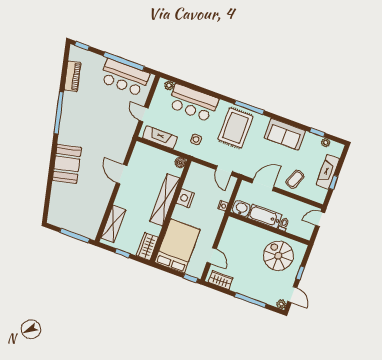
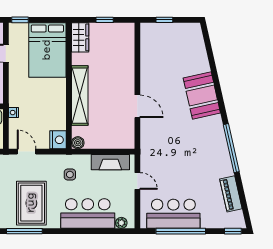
nightstand: (185, 198) -> (58, 140), moved
shelving: (113, 224) -> (127, 48), removed
window: (75, 236) -> (164, 20), width x0.46

